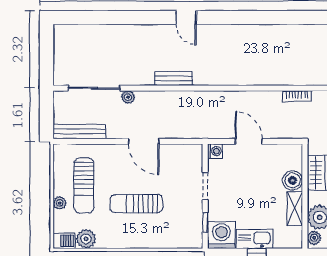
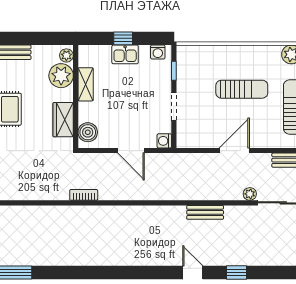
window: (142, 18) -> (236, 272), added
door: (144, 141) -> (234, 151), hinge flipped
boiler: (293, 180) -> (88, 132), moved
washing machine: (222, 235) -> (158, 52), width x0.53, depth x0.53
kitchen sink: (255, 239) -> (125, 54), width x0.73

